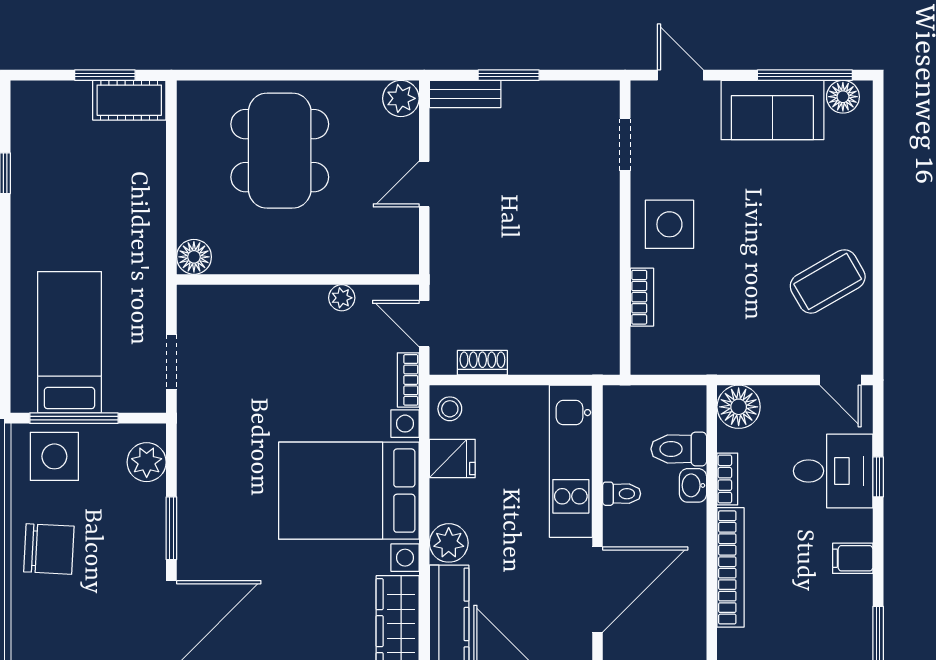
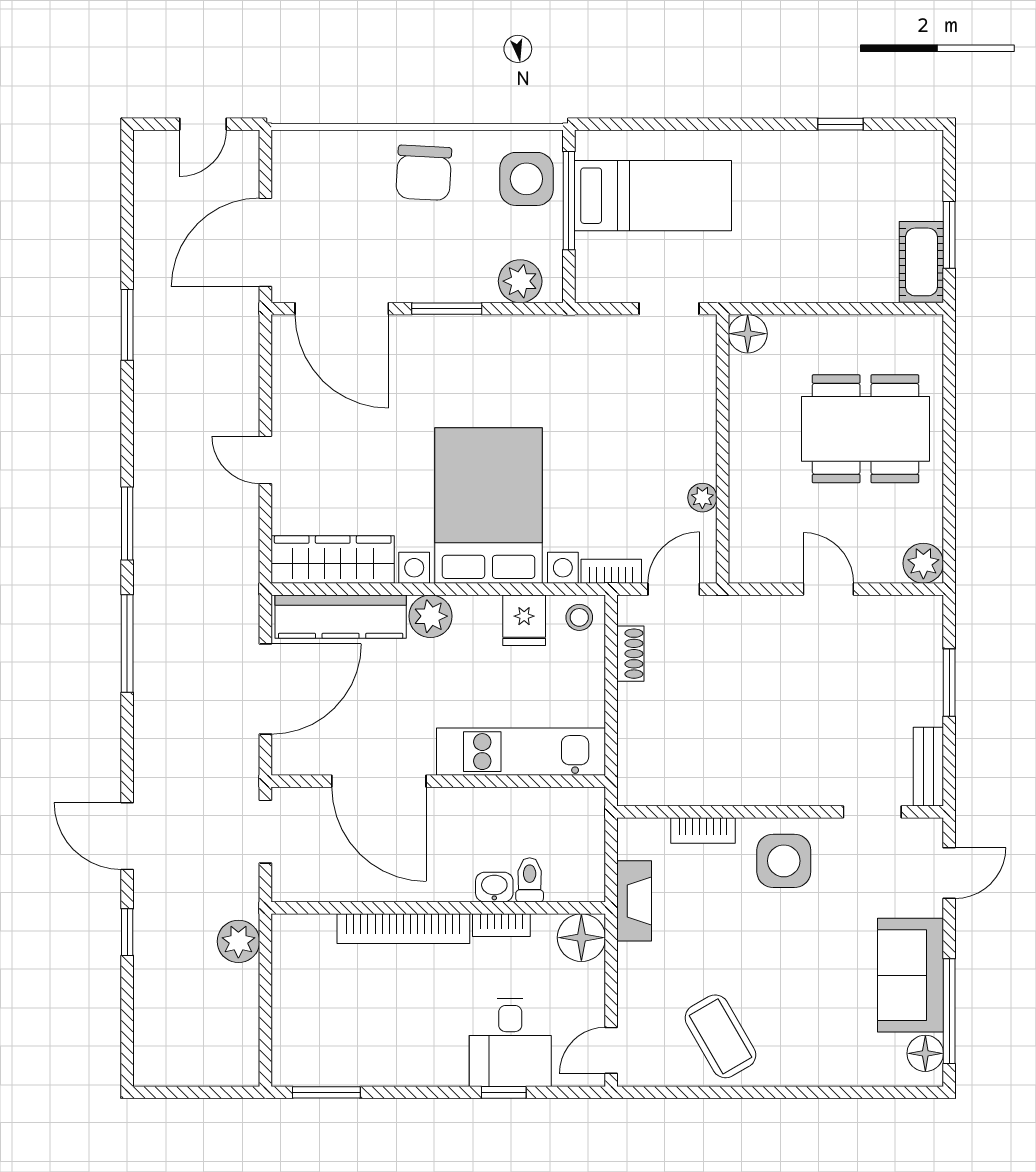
bench: (465, 94) -> (928, 767), moved
fireplace: (706, 359) -> (634, 901), added
doorway: (171, 362) -> (669, 309), moved
toilet: (679, 449) -> (530, 880), width x0.73, depth x0.72
toilet: (622, 494) -> (485, 808), removed
filing cabinet: (853, 558) -> (413, 1064), removed

